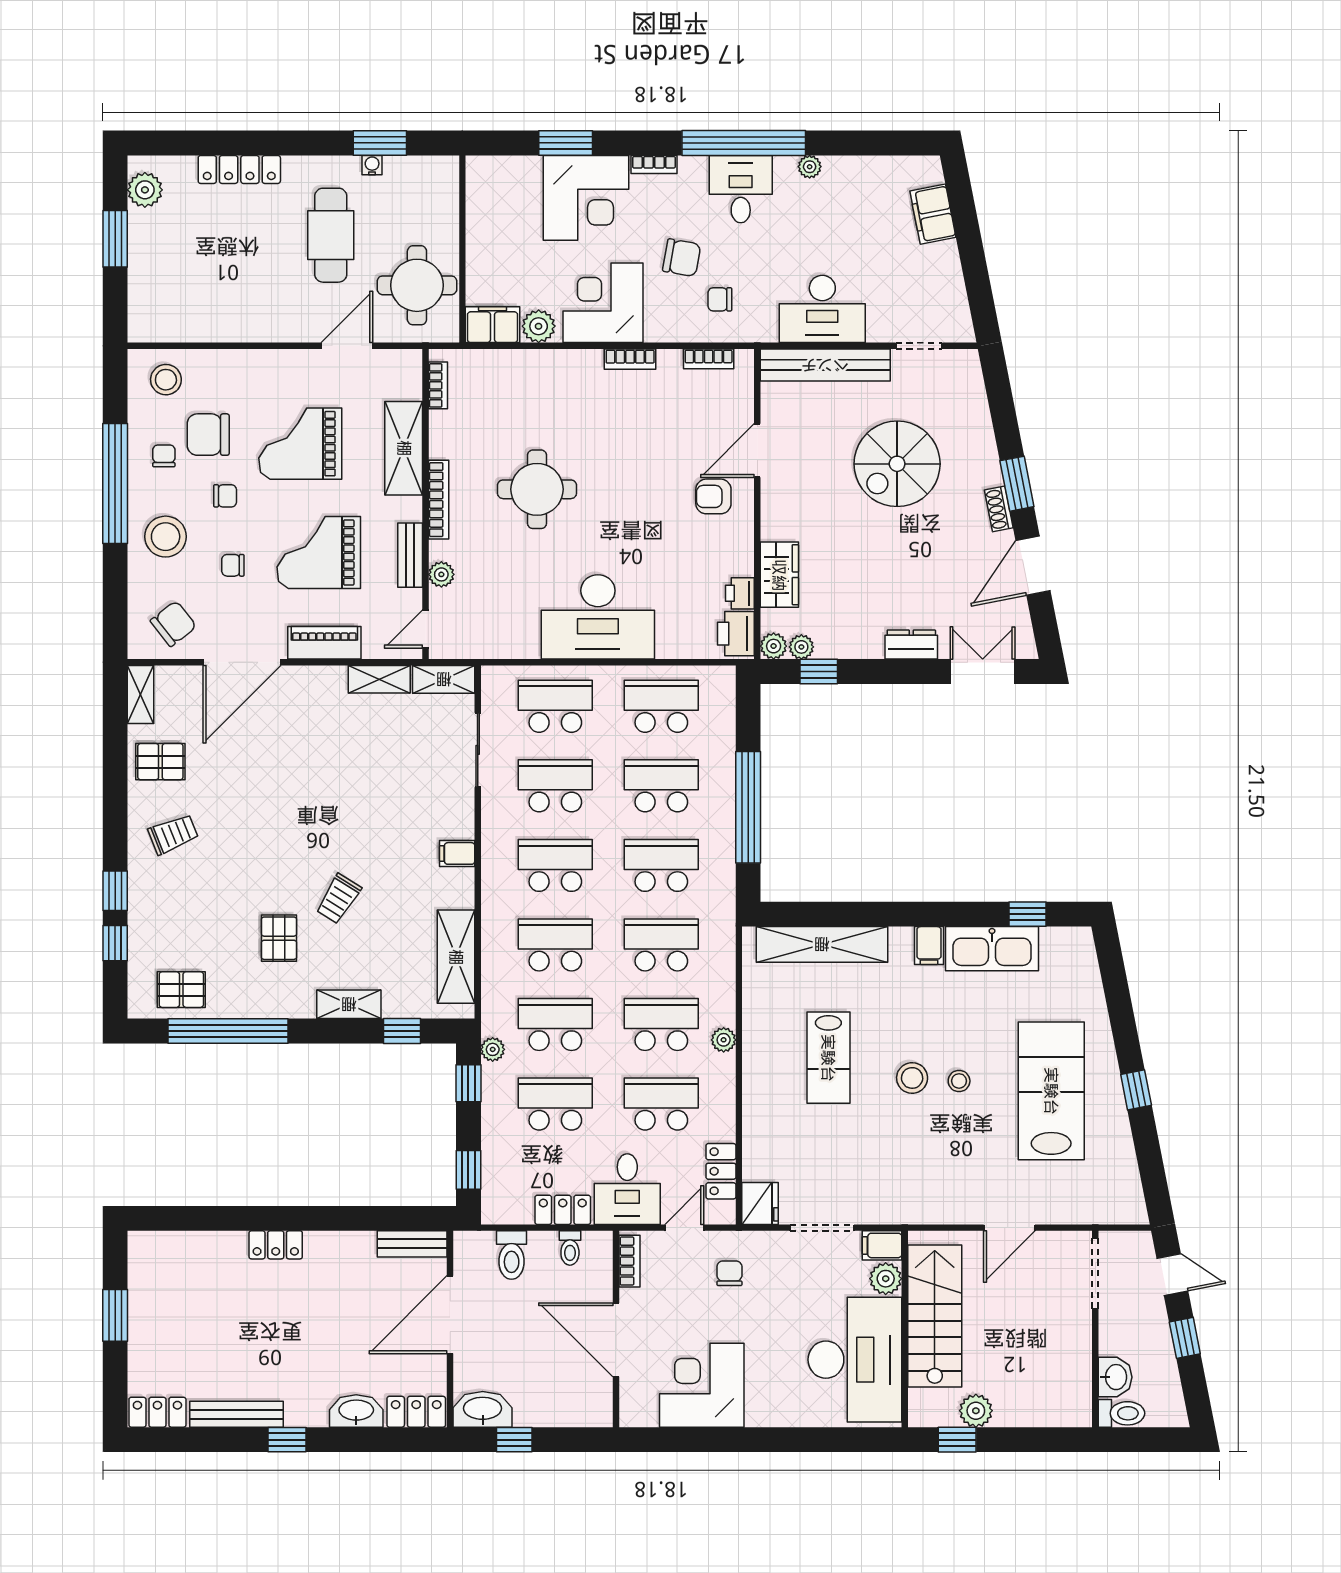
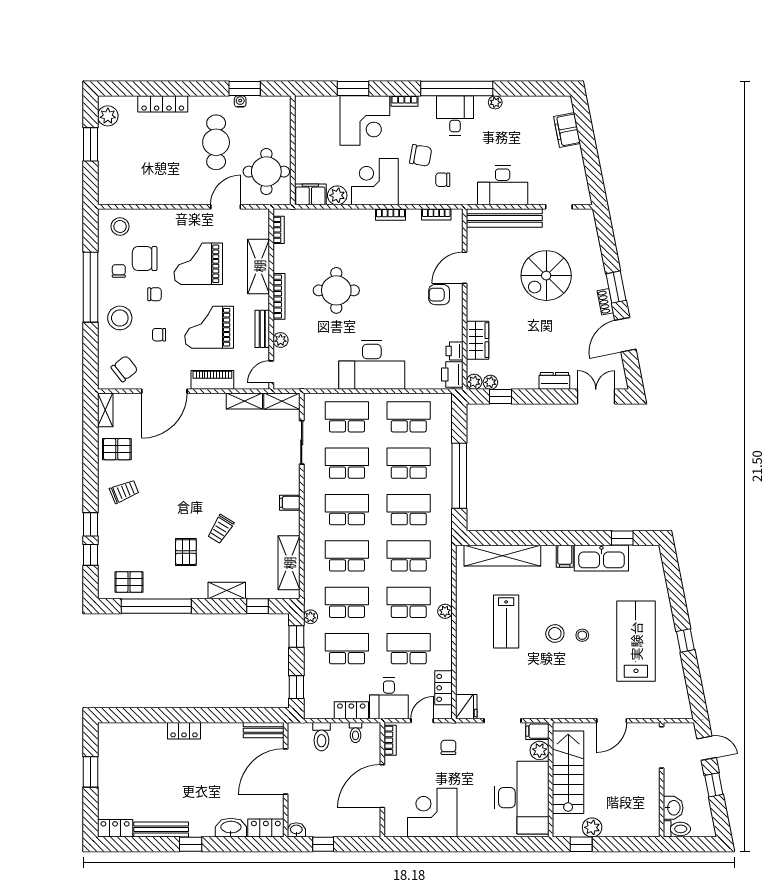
door: (616, 1340) -> (382, 786), hinge flipped
washbasin: (483, 1409) -> (296, 830), width x0.52, depth x0.69

